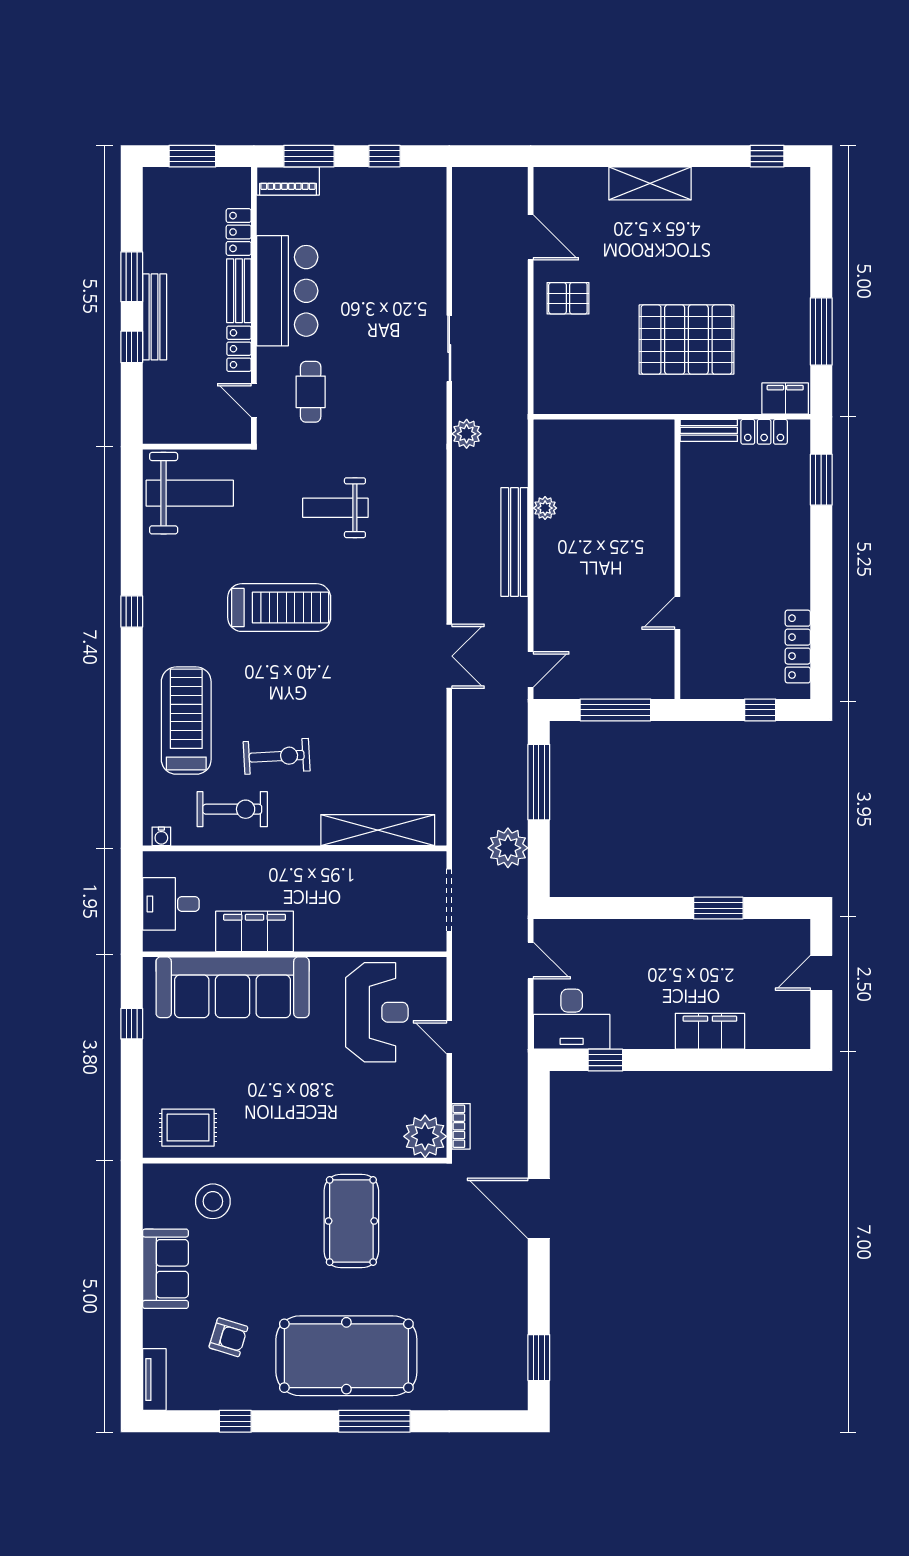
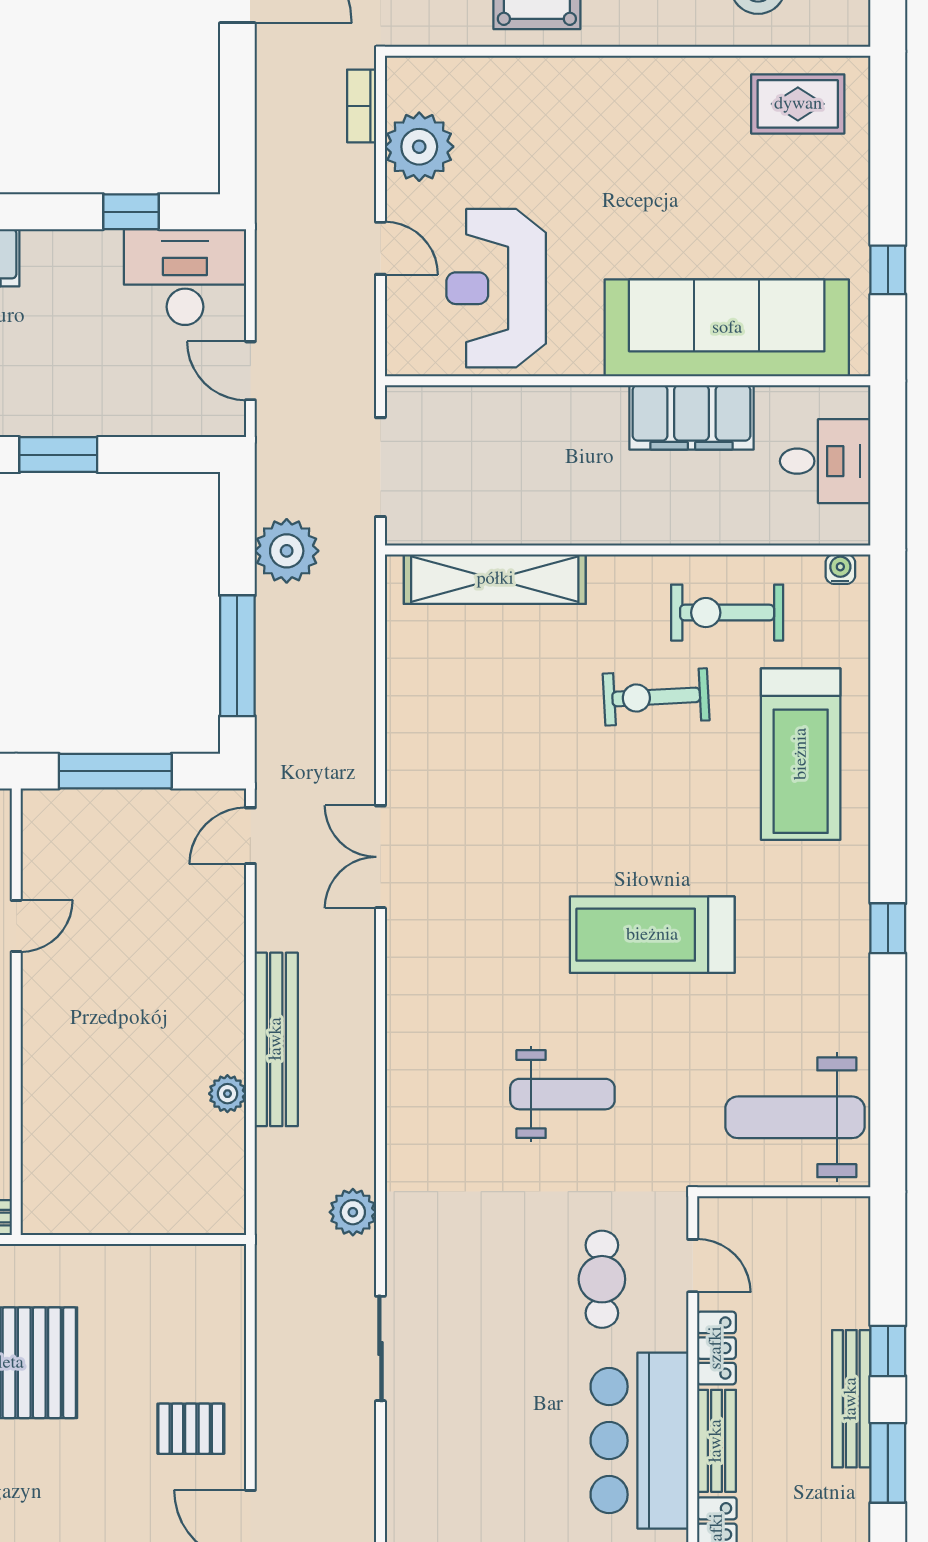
window: (651, 908) -> (58, 455), added
plant: (425, 1136) -> (419, 147), moved

